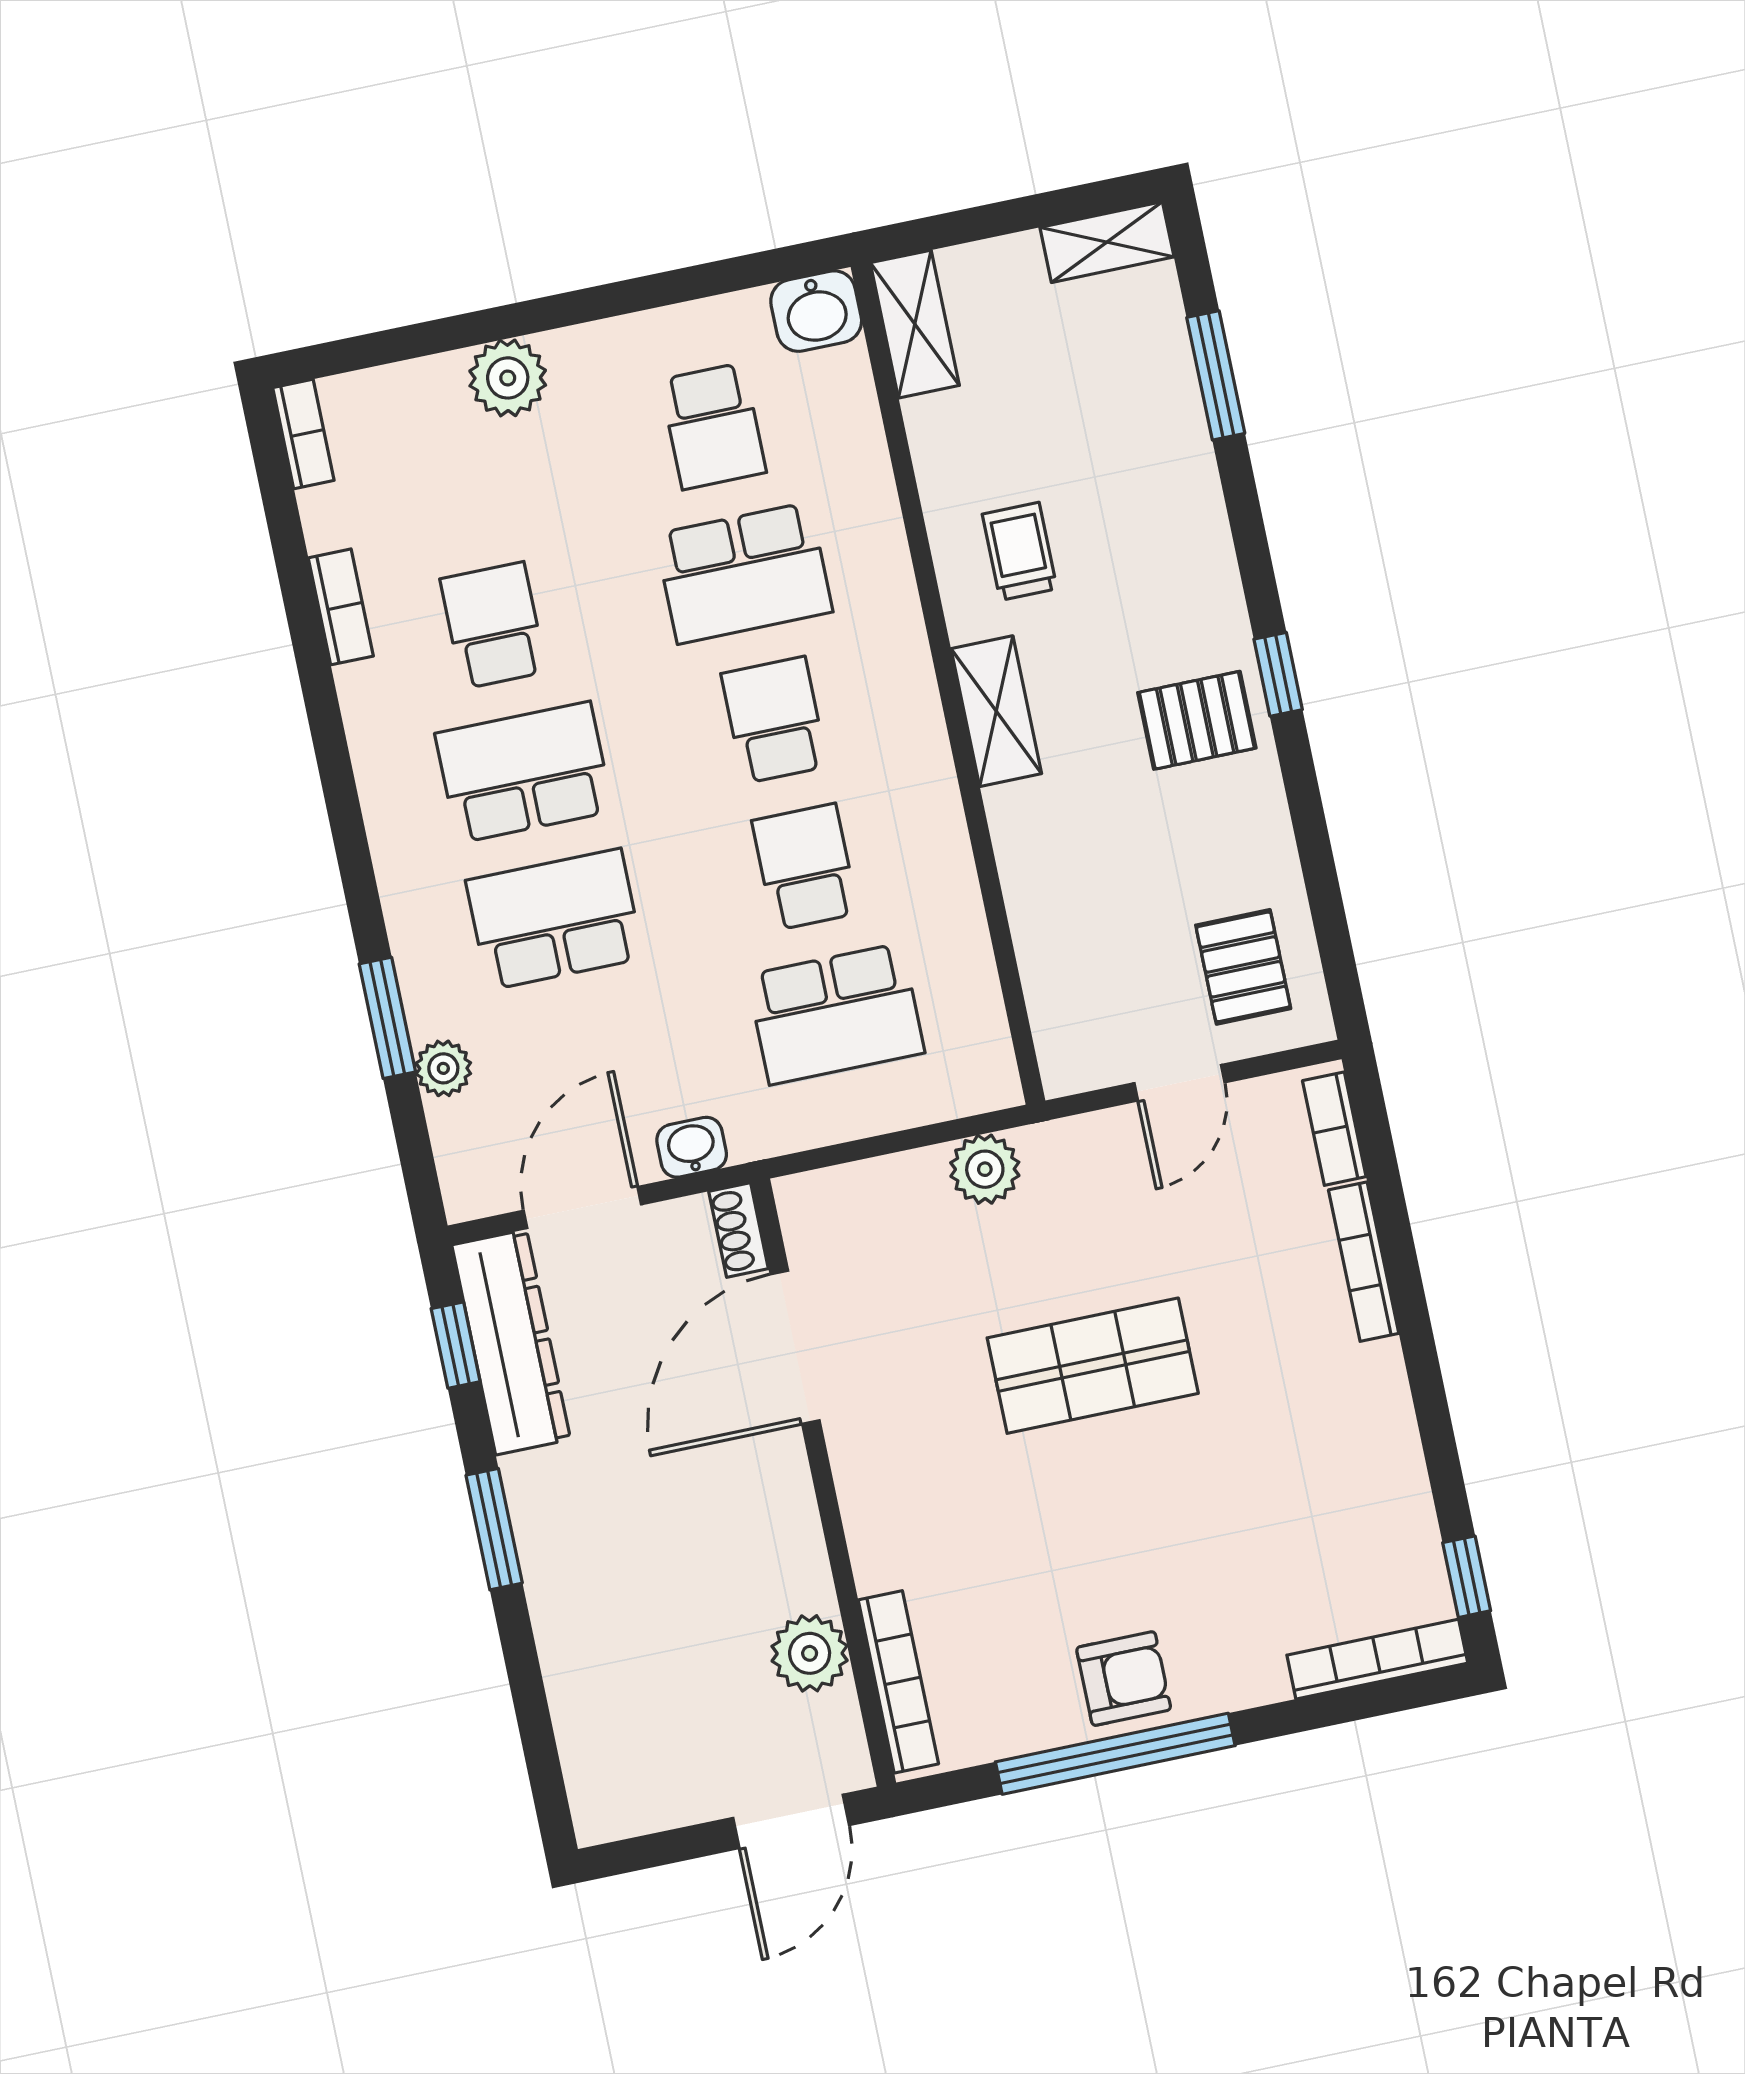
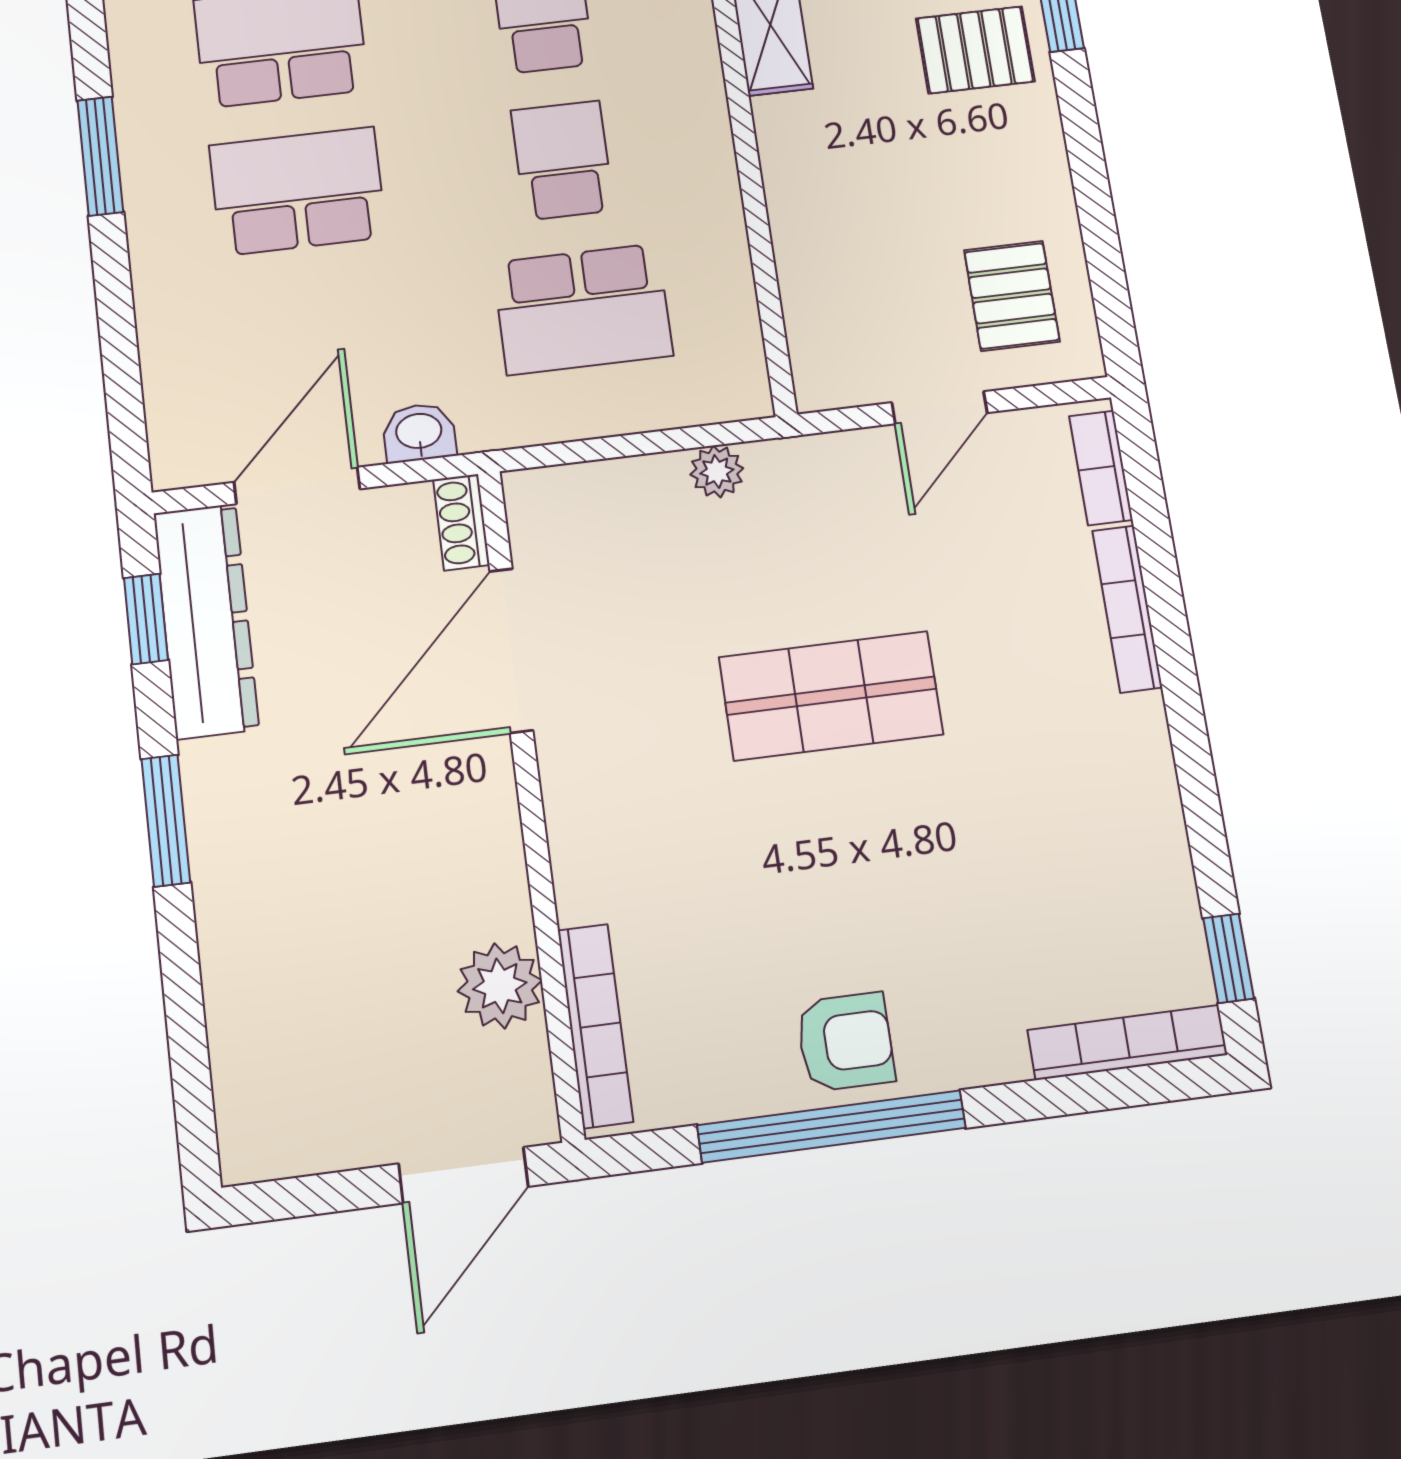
window: (387, 1018) -> (100, 156), moved
plant: (443, 1068) -> (165, 331), removed
plant: (985, 1169) -> (717, 471), width x0.73, depth x0.73

